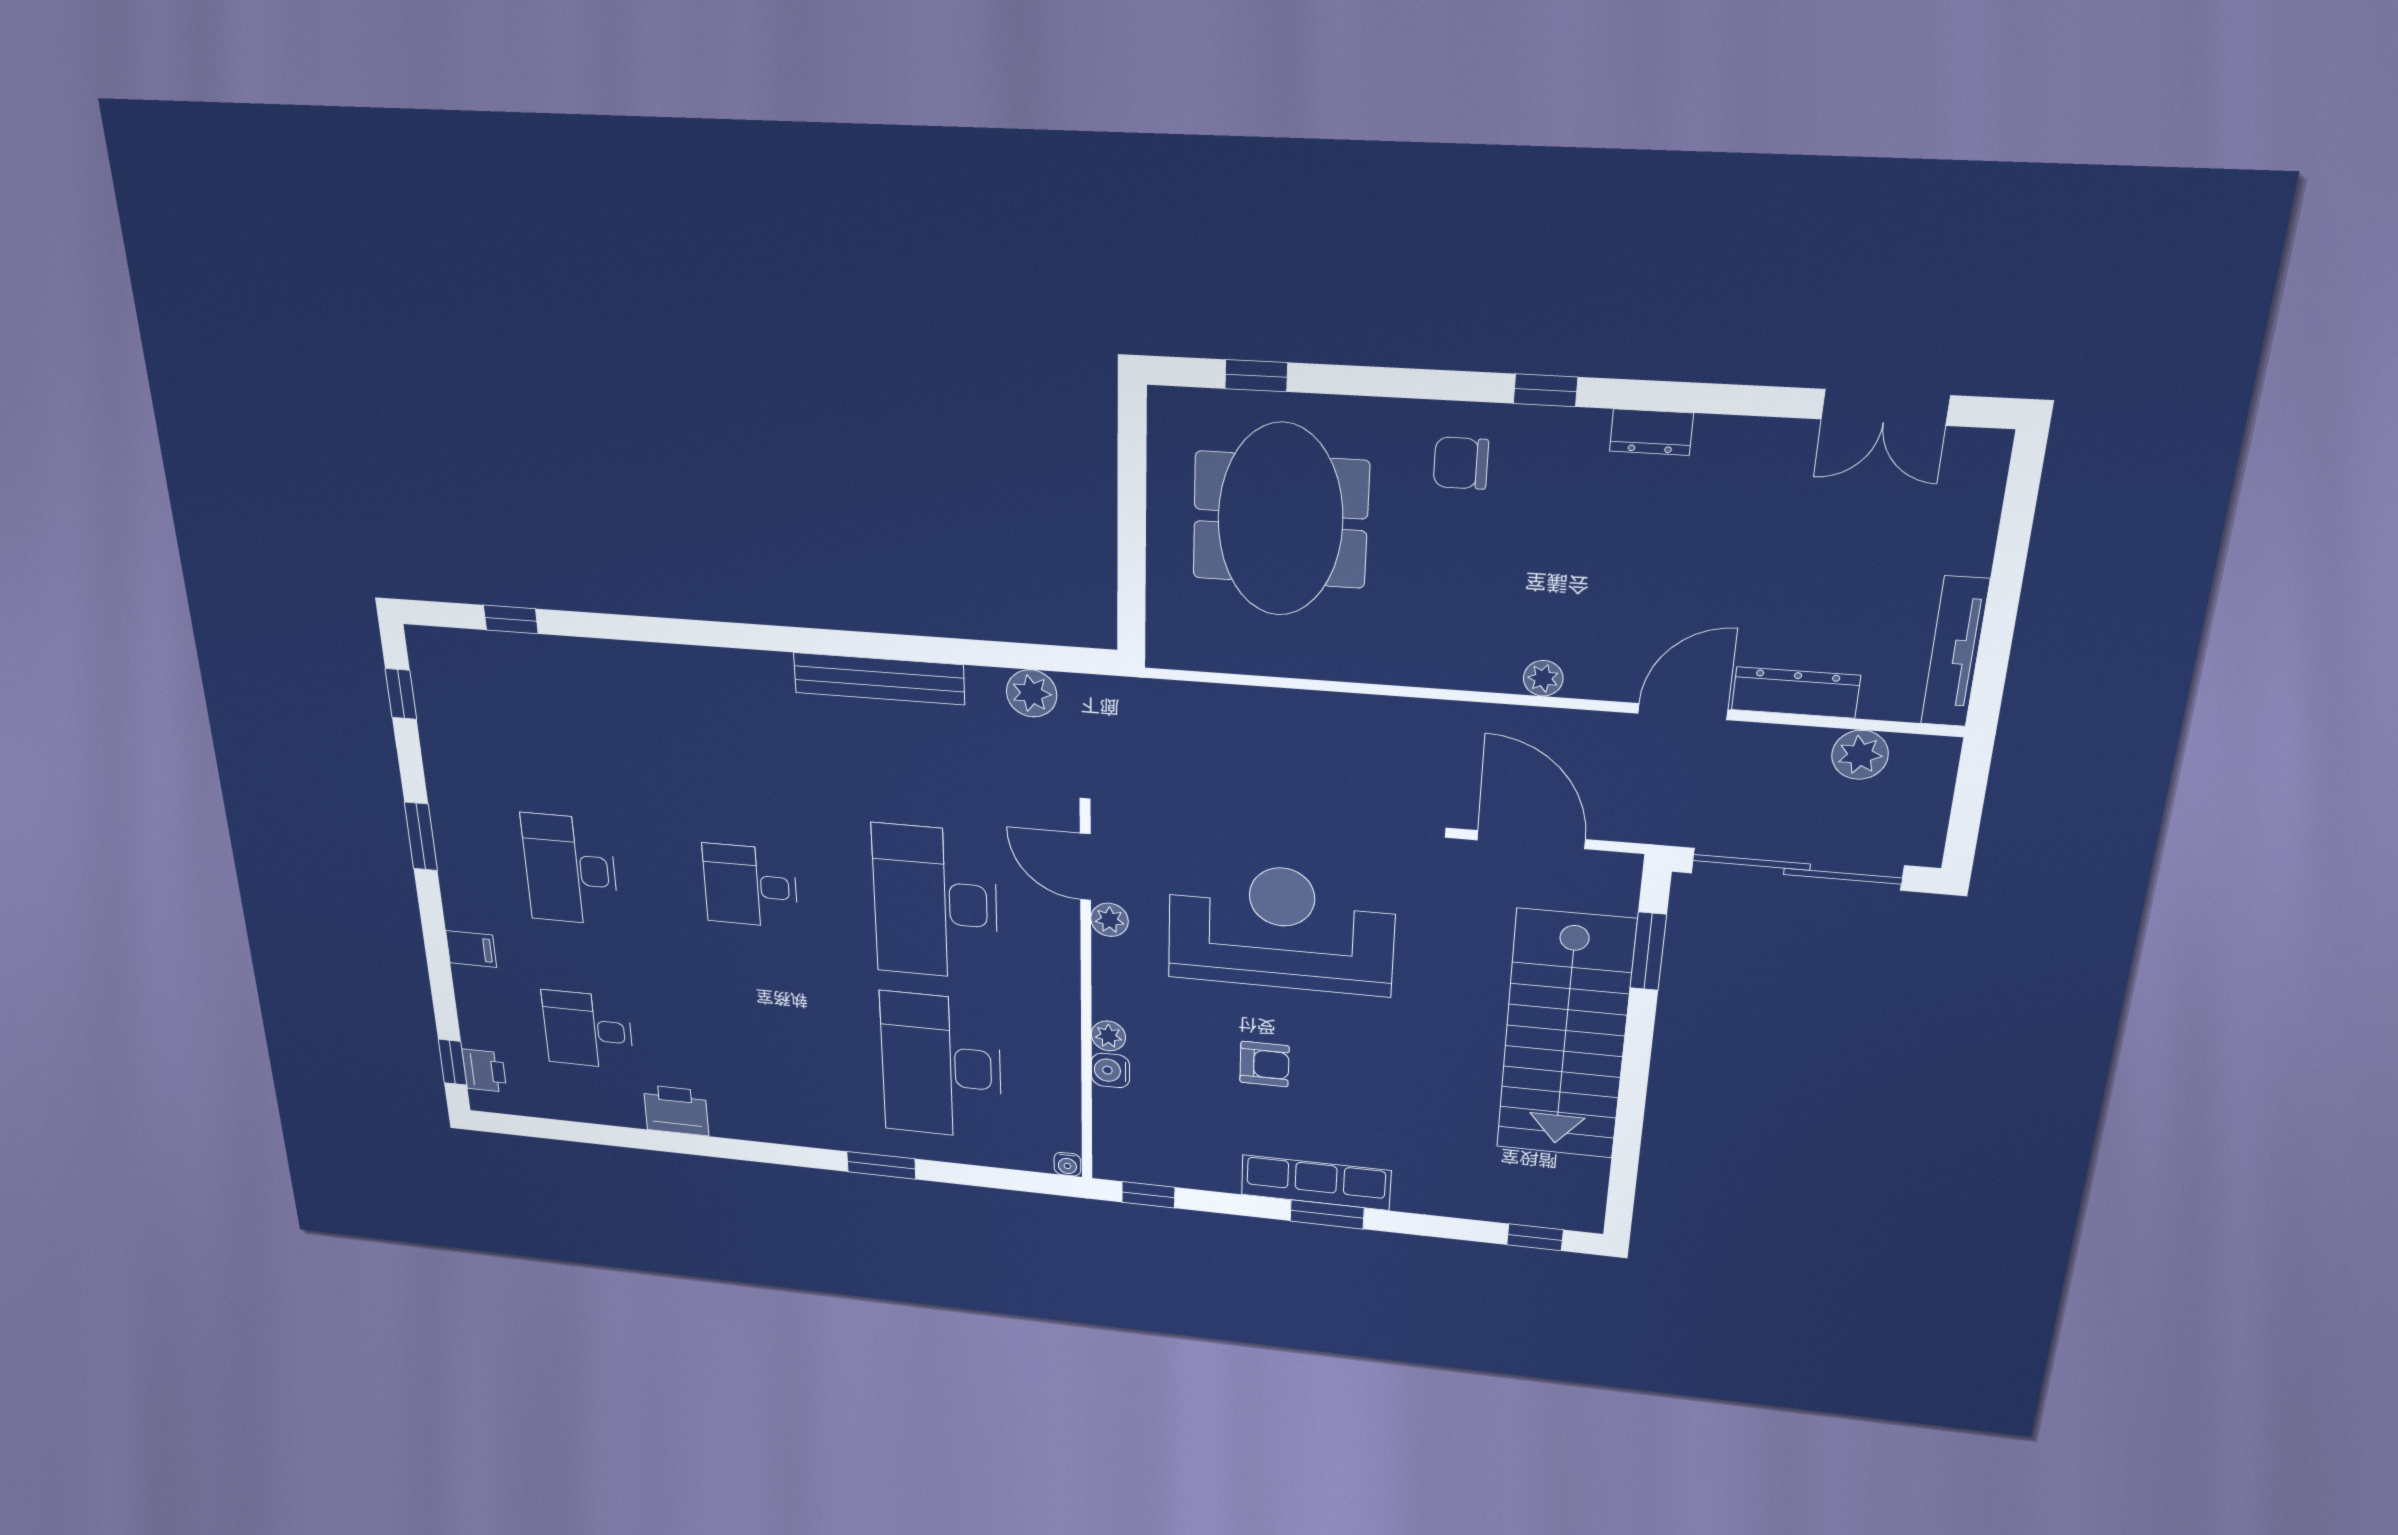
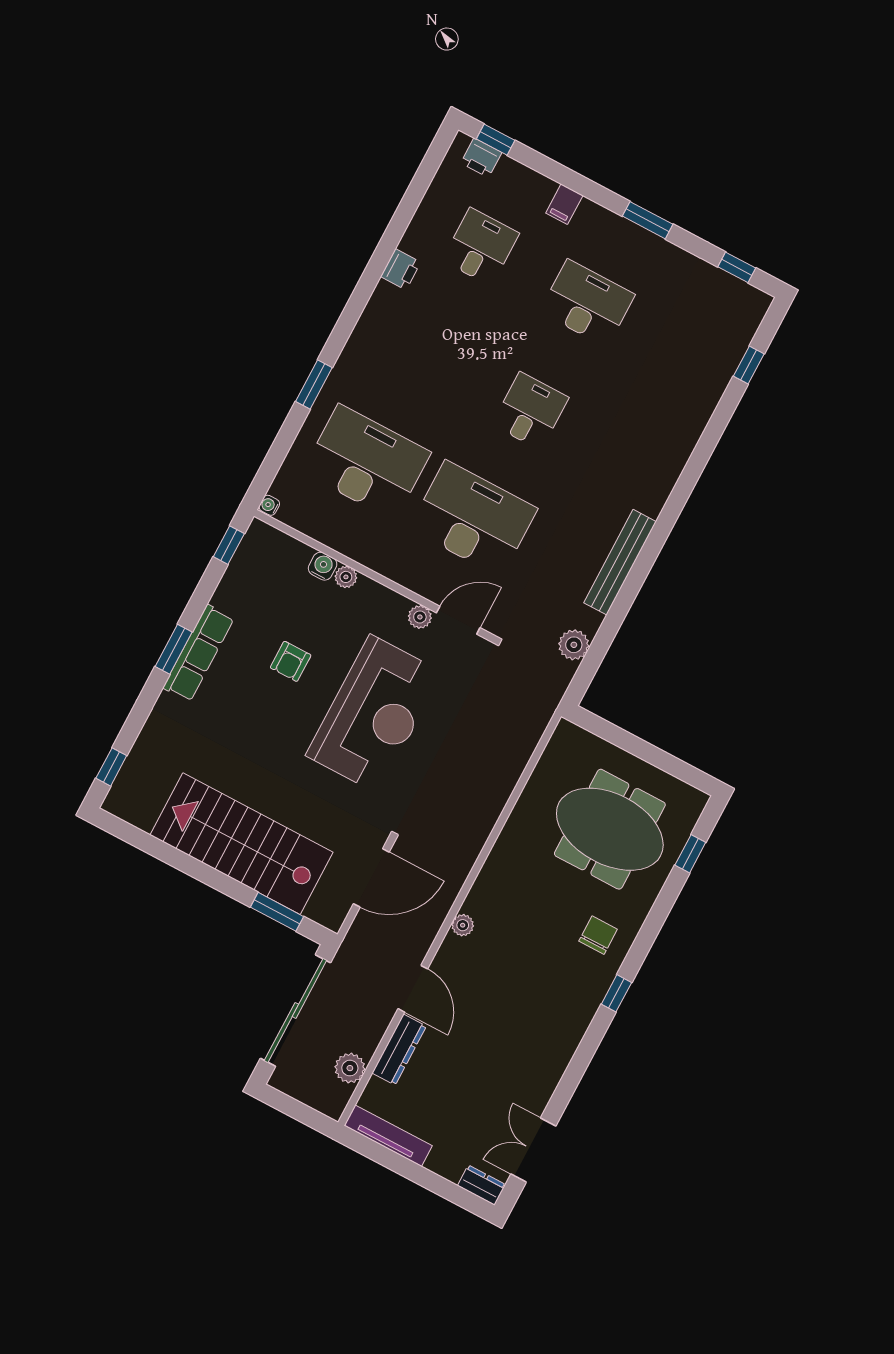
dresser: (1651, 432) -> (482, 1185), moved, turned 90
printer: (676, 1110) -> (401, 269), width x0.73, depth x0.81

